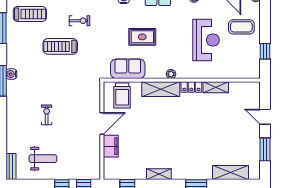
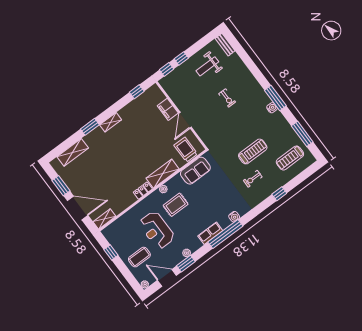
rug: (142, 37) -> (176, 205), moved
shelving: (216, 87) -> (104, 219), moved
door: (265, 117) -> (78, 208), width x1.88
shelving: (159, 174) -> (111, 122), moved

